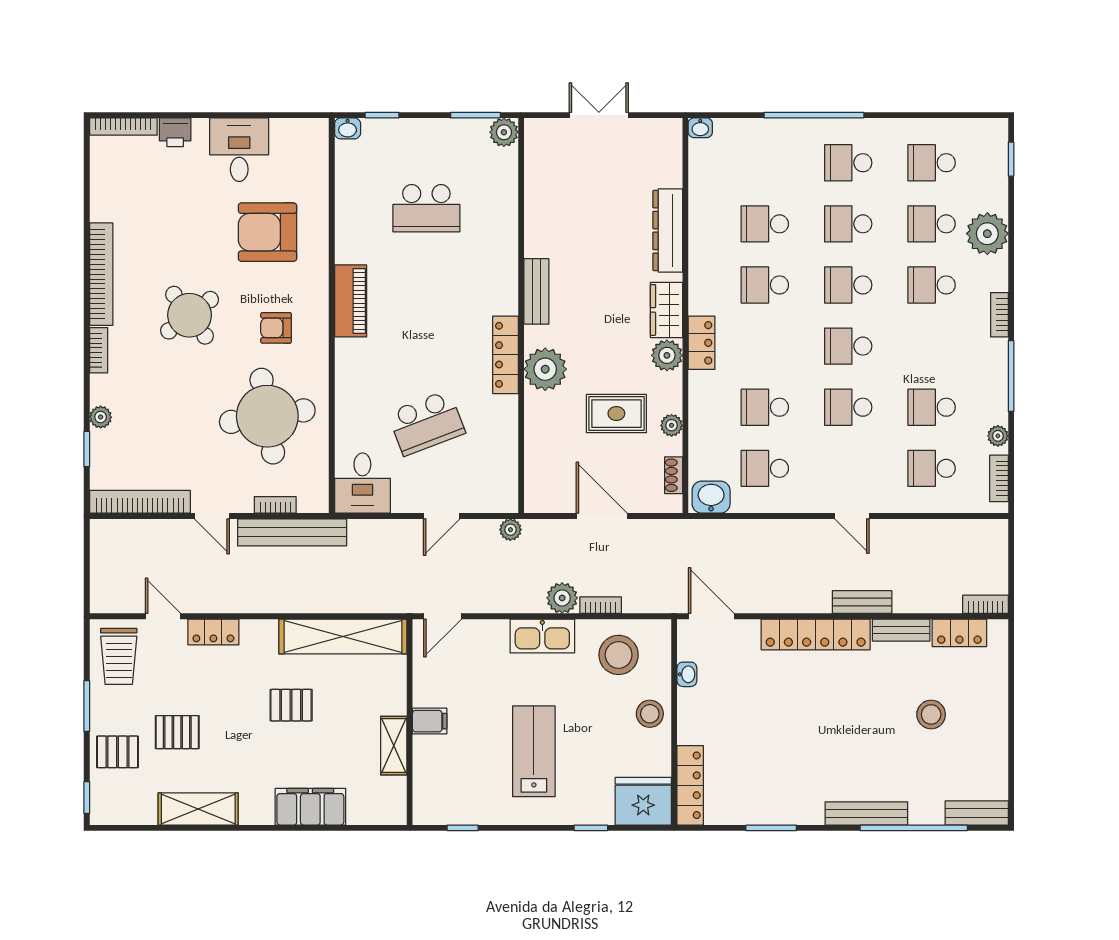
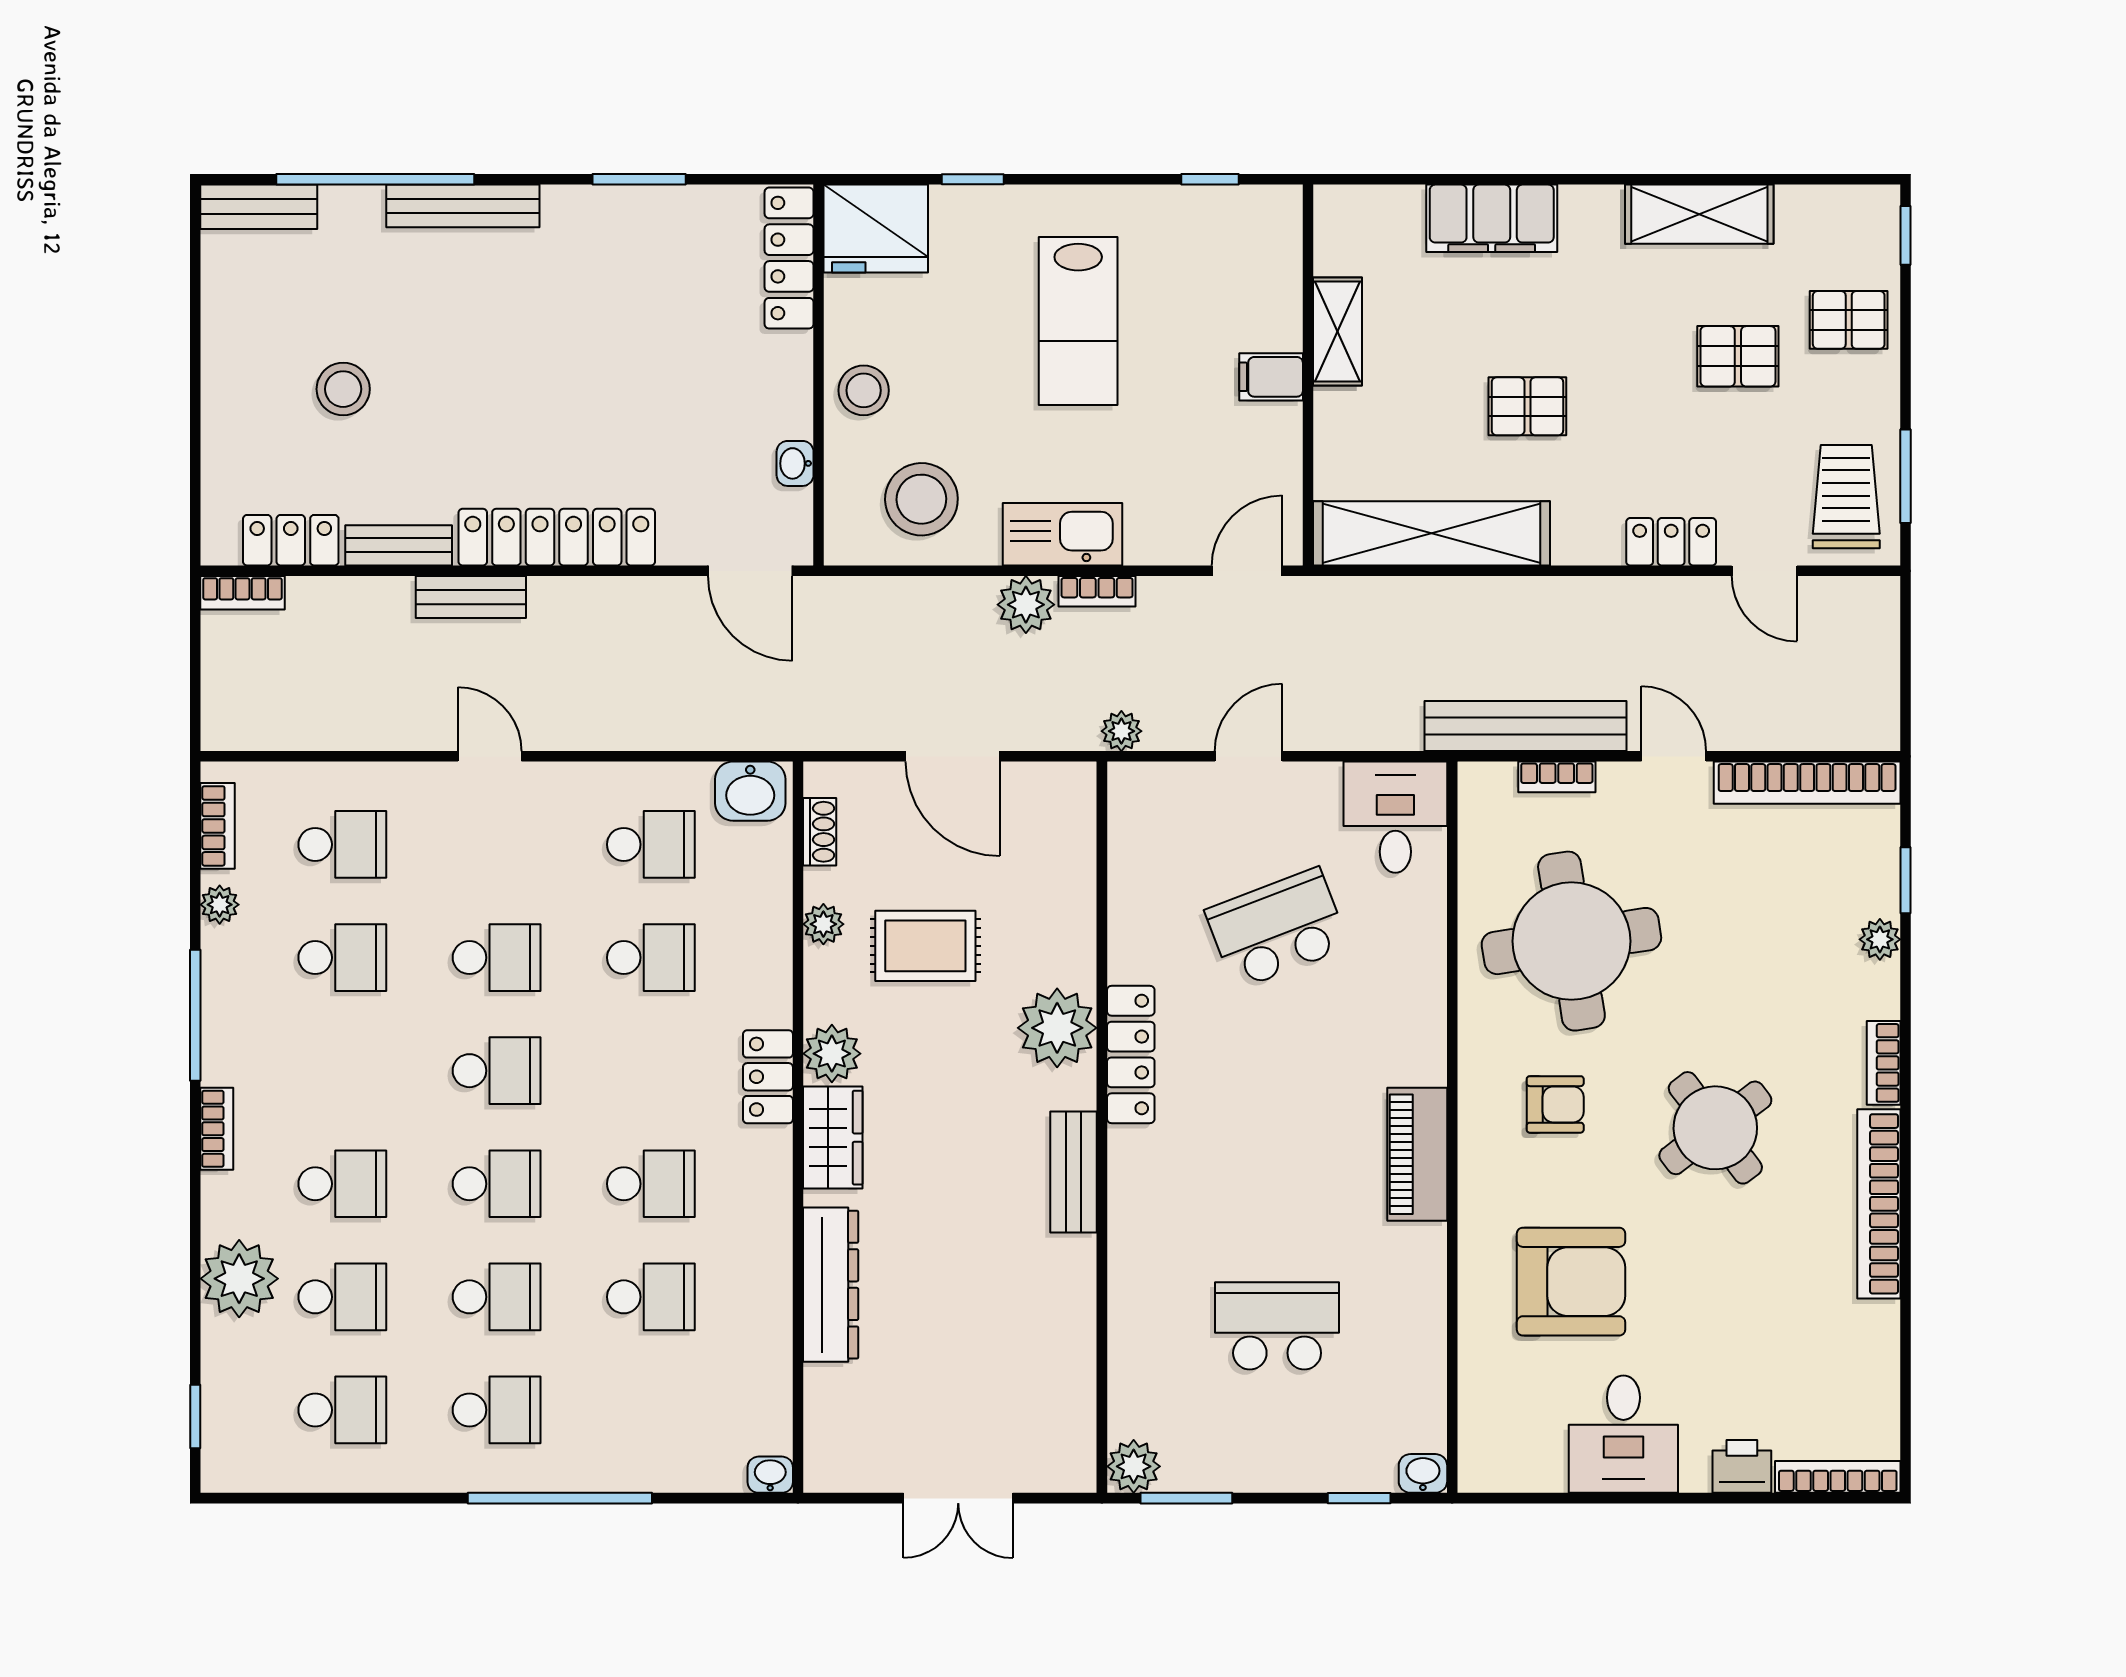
bookcase: (601, 605) -> (1097, 591), moved
window: (87, 706) -> (1906, 476), moved

